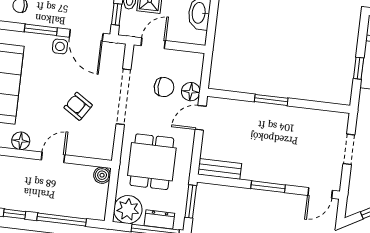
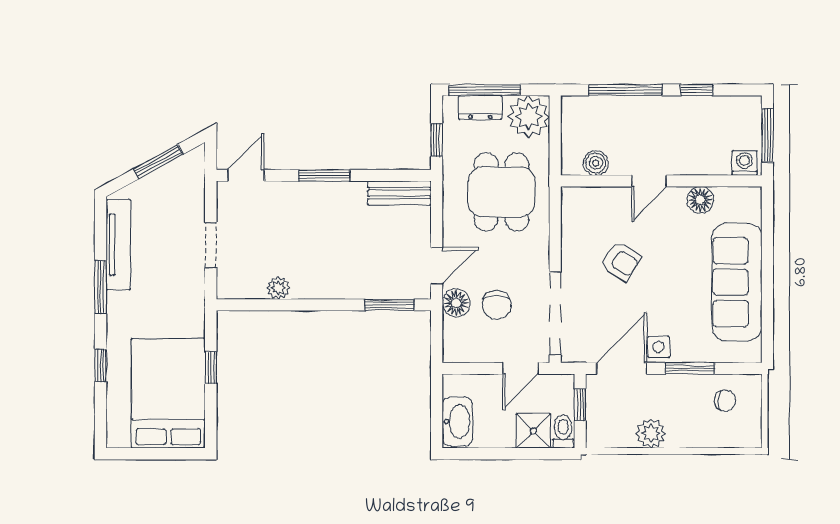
door: (86, 35) -> (622, 368), hinge flipped
chair: (164, 87) -> (497, 305), turned -90
doorway: (123, 97) -> (555, 313), moved
window: (271, 100) -> (389, 305), moved
plant: (307, 116) -> (278, 288), added
boiler: (102, 175) -> (596, 163), moved
window: (191, 201) -> (437, 140), width x0.67

